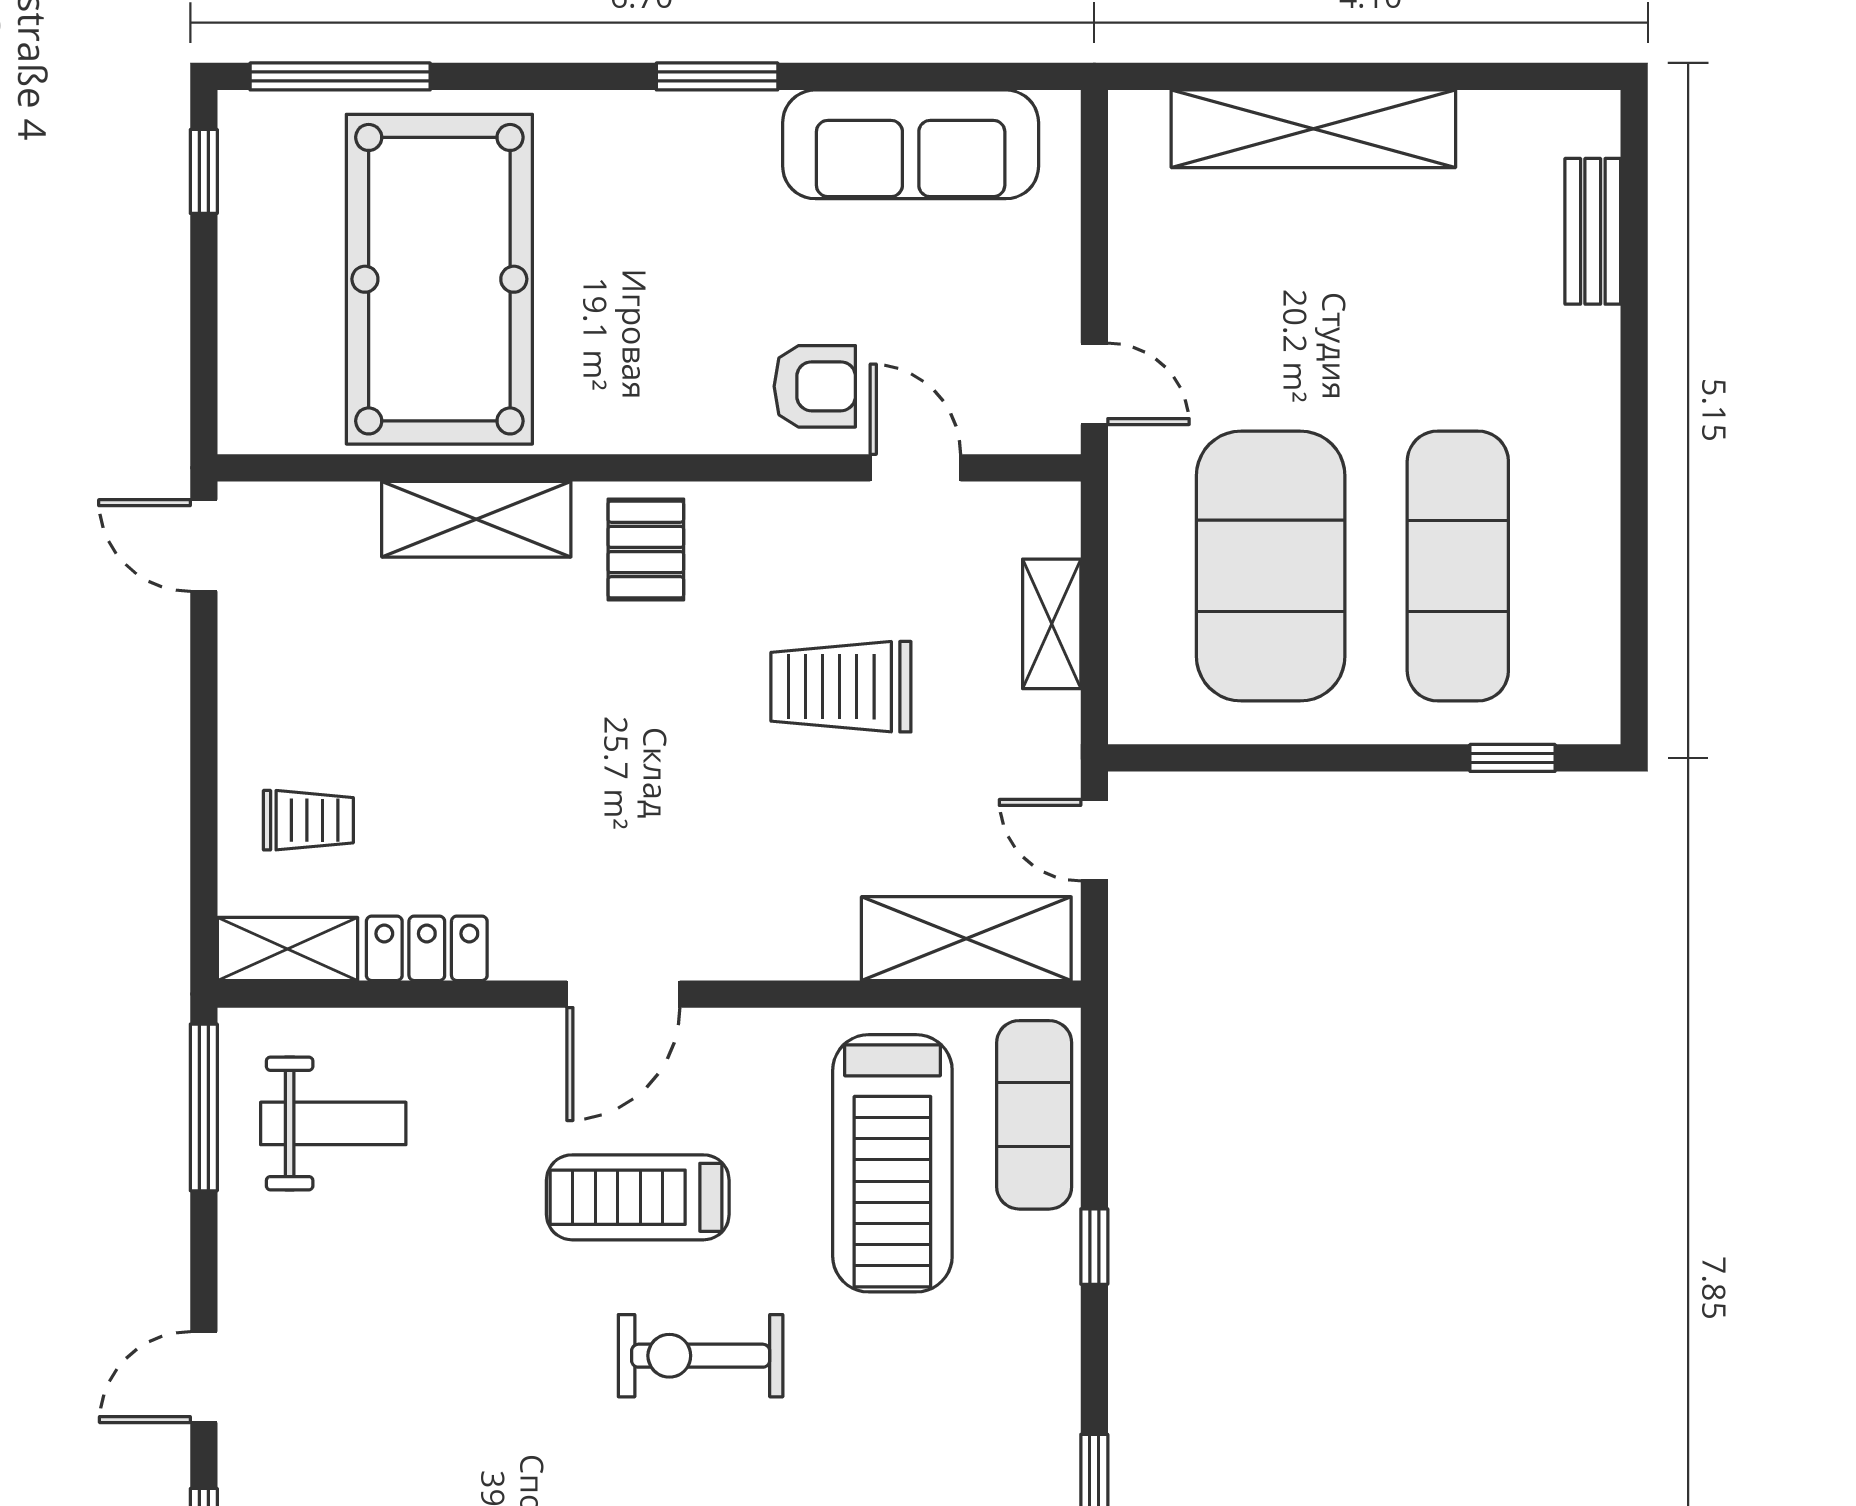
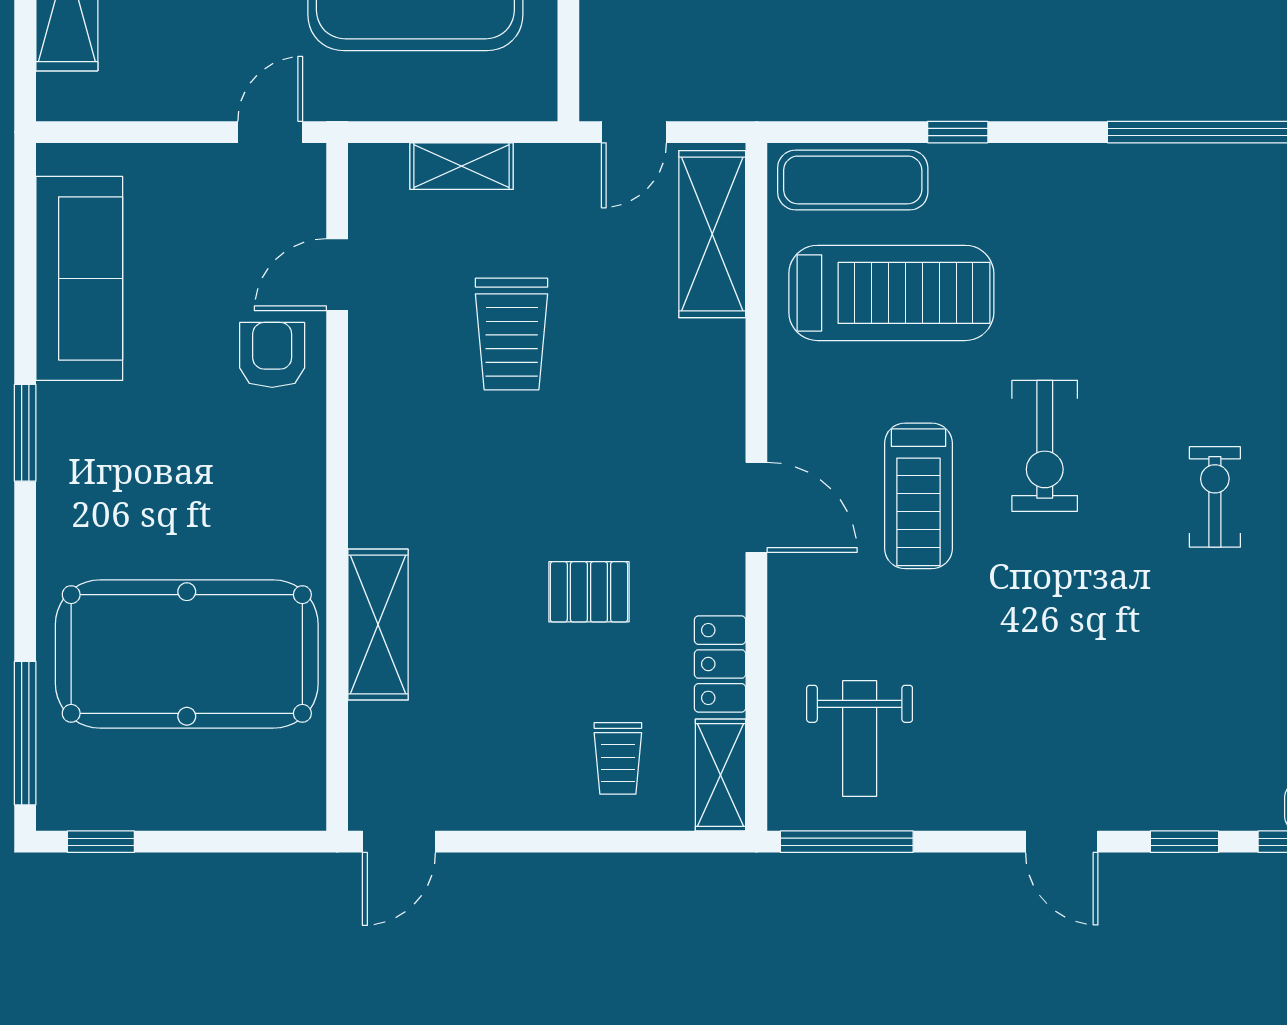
pallet: (646, 549) -> (589, 592), moved
trolley: (308, 820) -> (618, 758), turned 180
weight bench: (333, 1123) -> (860, 739), turned 180

